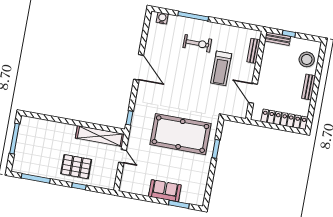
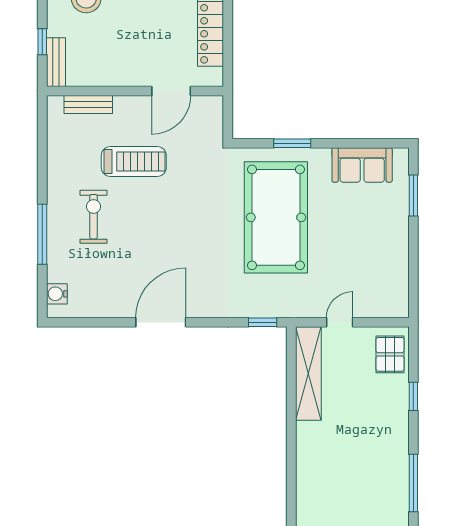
pallet: (76, 167) -> (390, 354), moved, width x0.67, depth x0.71
sofa: (165, 191) -> (362, 165), moved, turned -90

